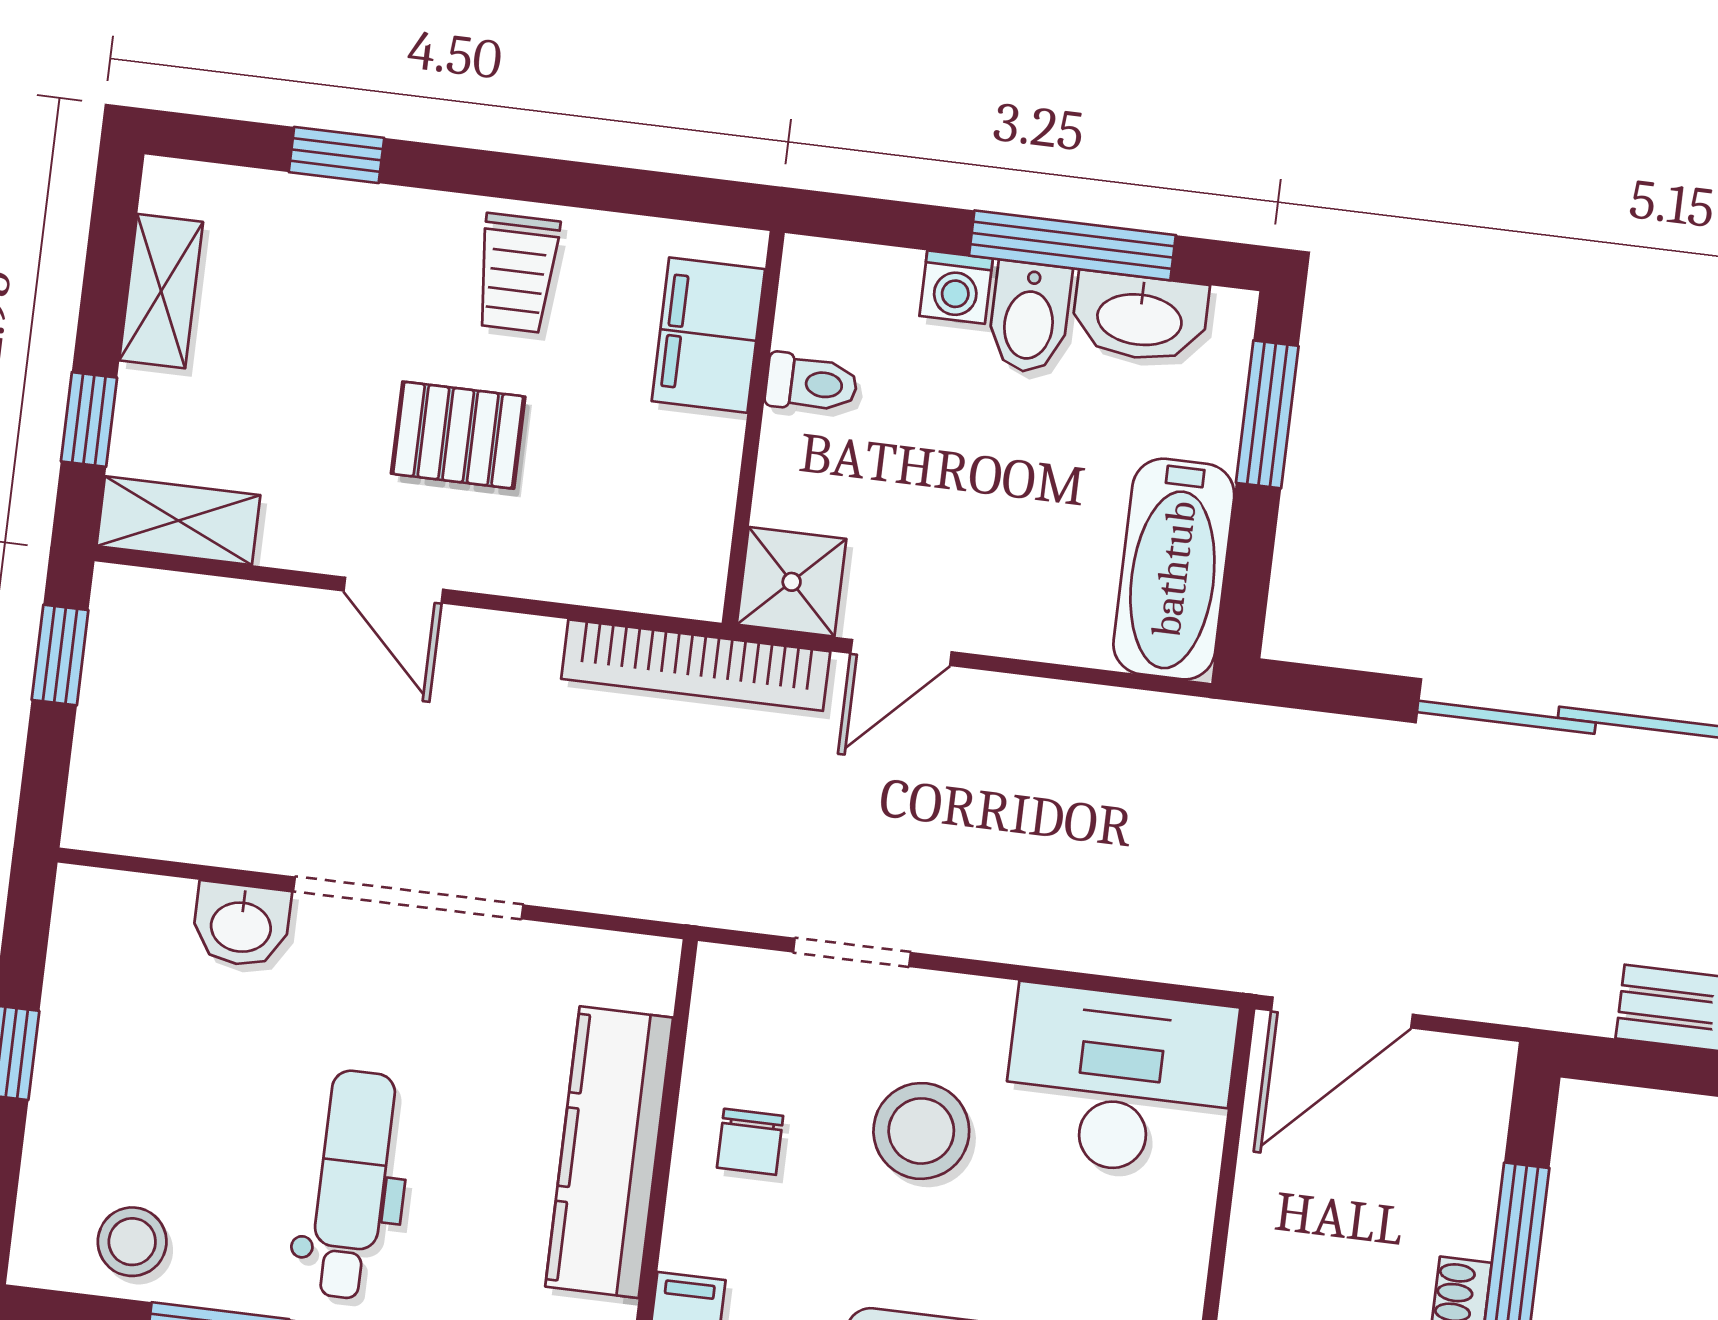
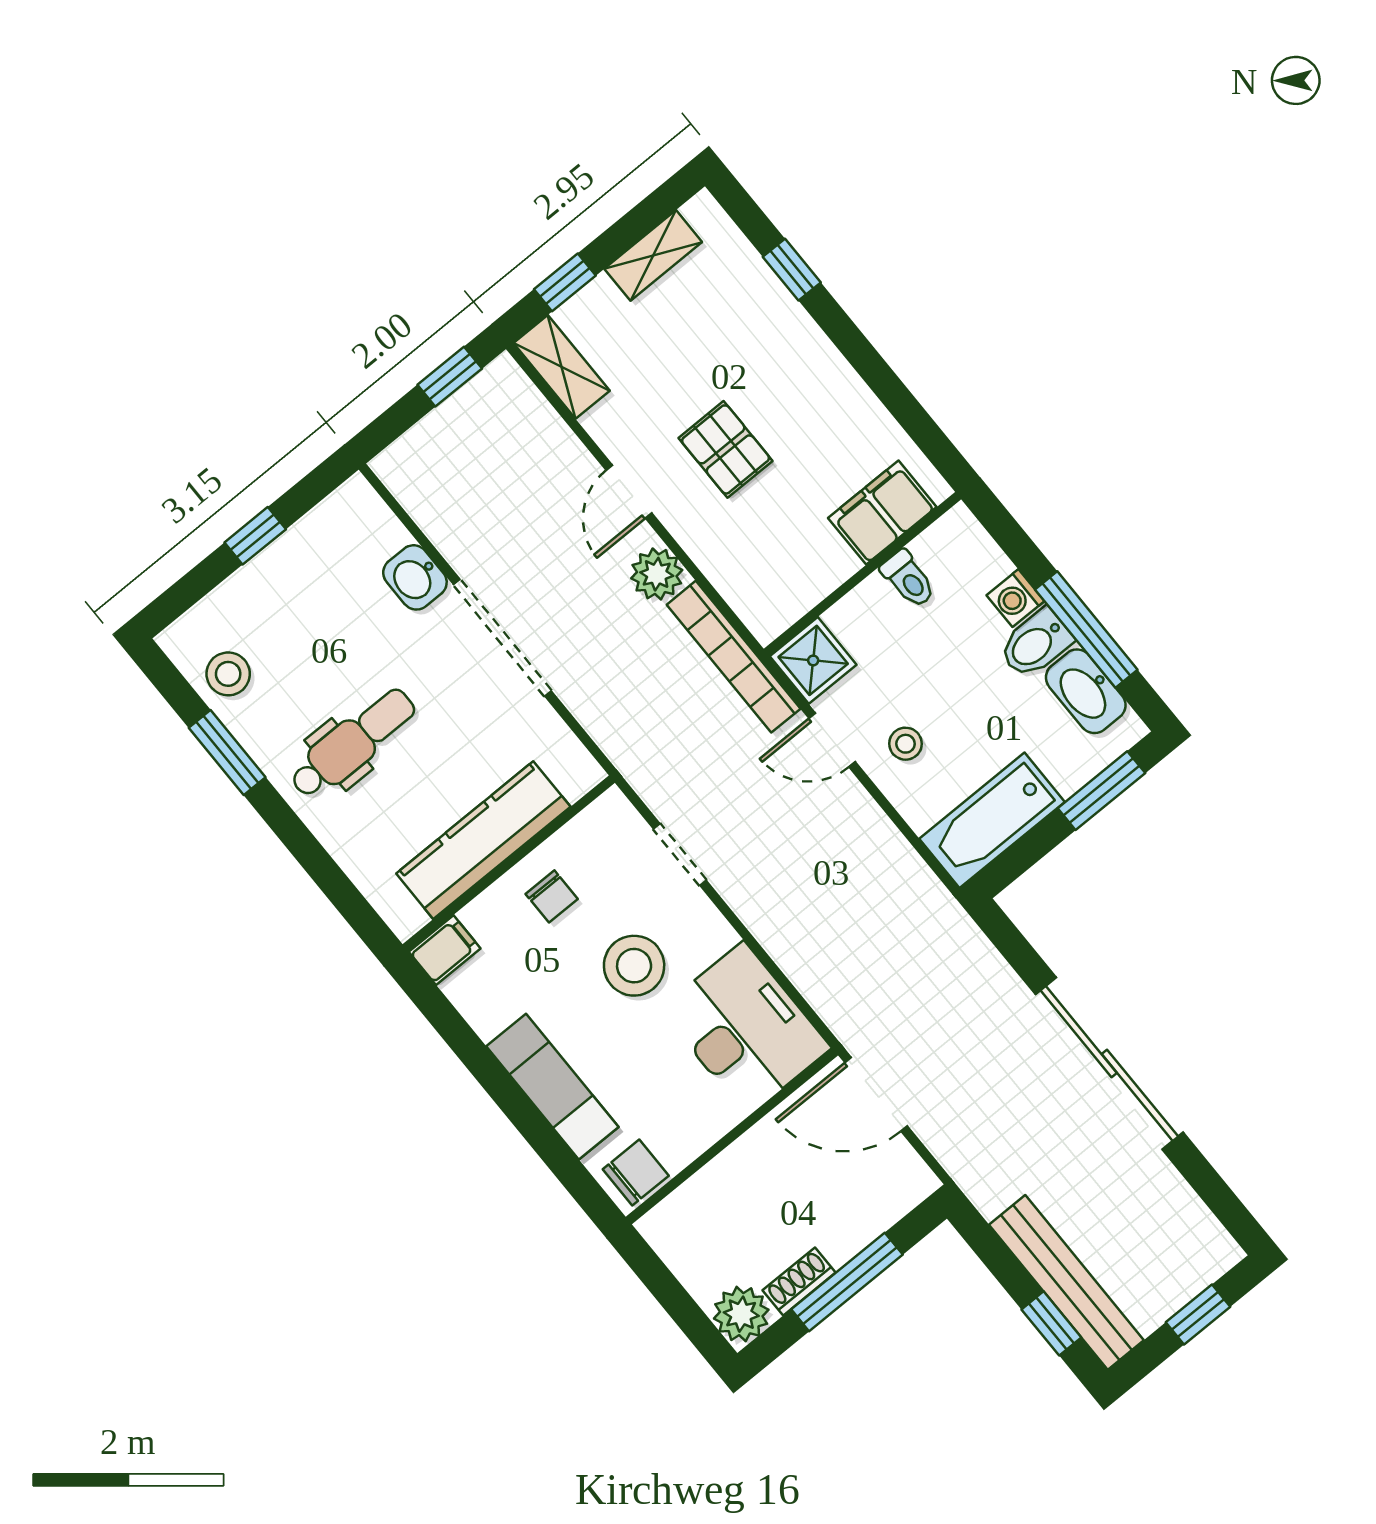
trolley: (517, 273) -> (822, 401), removed
stool: (990, 576) -> (906, 744), added
plant: (516, 655) -> (657, 574), added
chair: (750, 1142) -> (552, 896), turned -90

